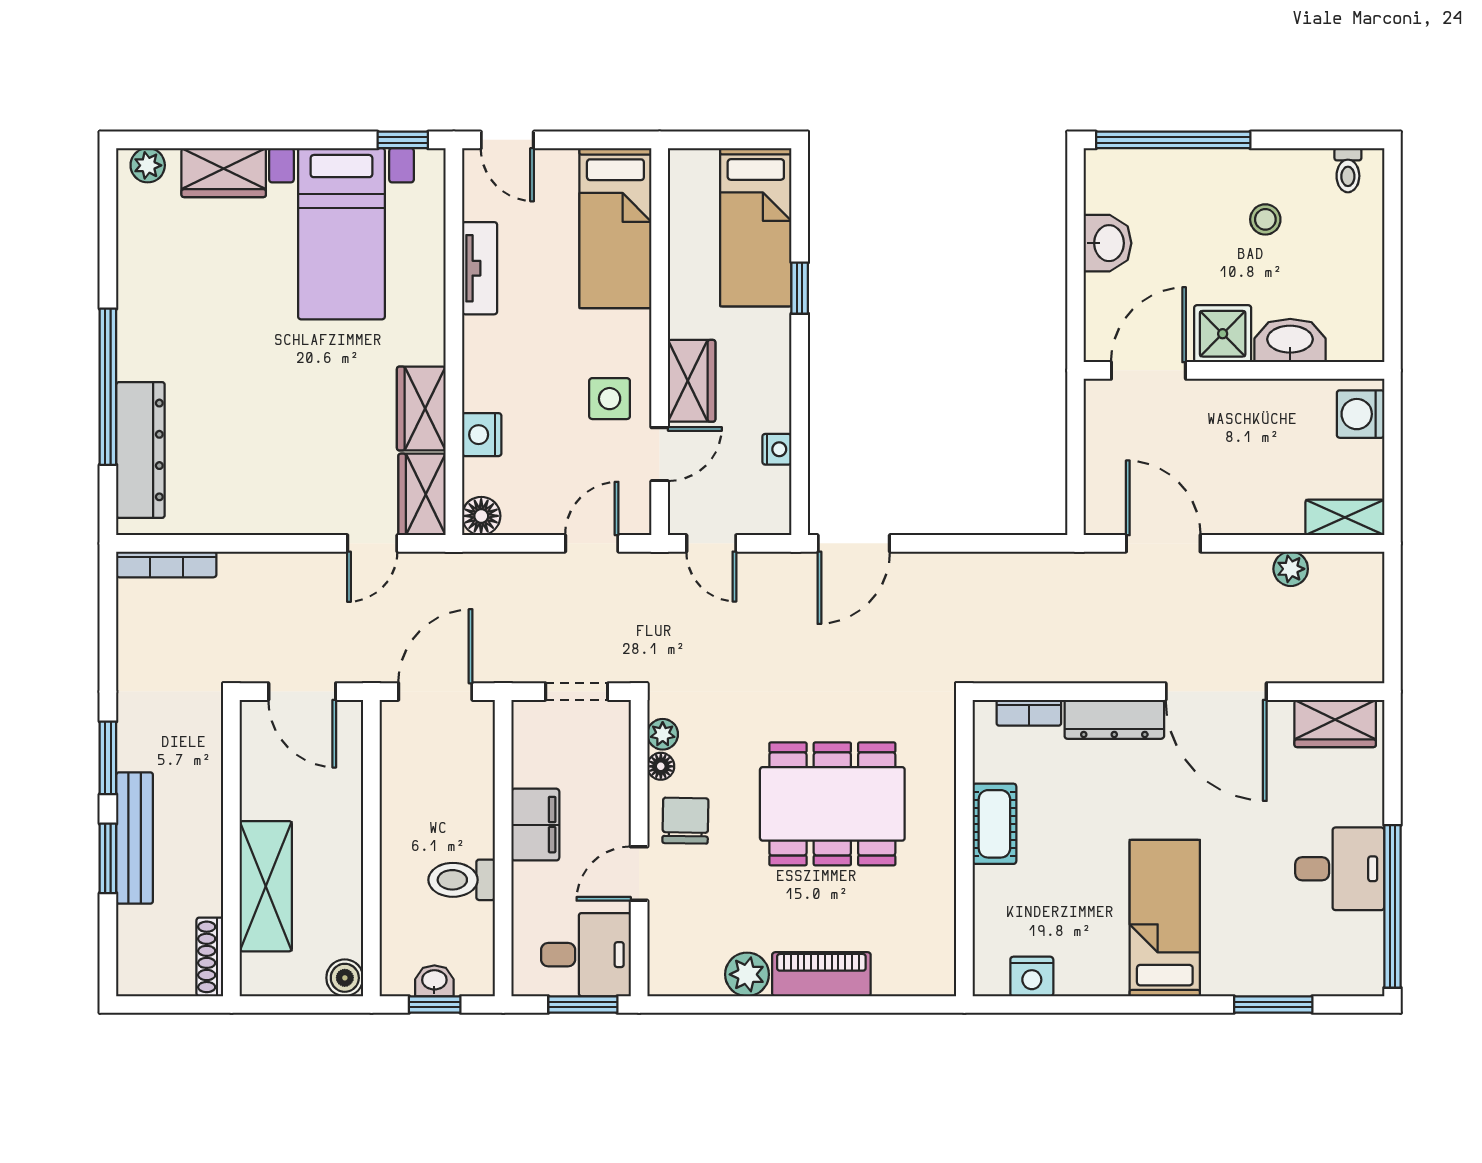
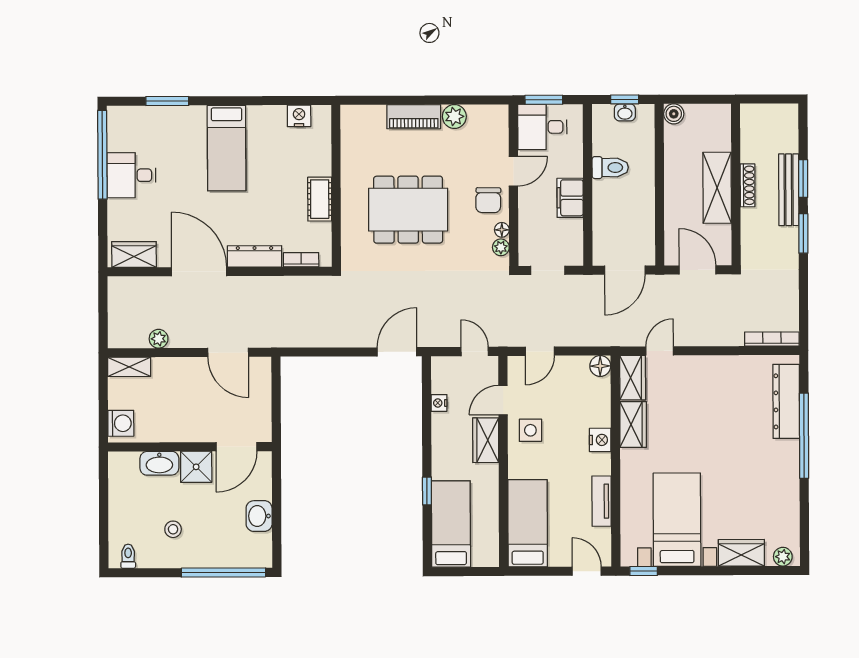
nightstand: (482, 435) -> (600, 440), moved
shelving: (266, 886) -> (717, 188), moved
shoe rack: (210, 957) -> (748, 185), moved

